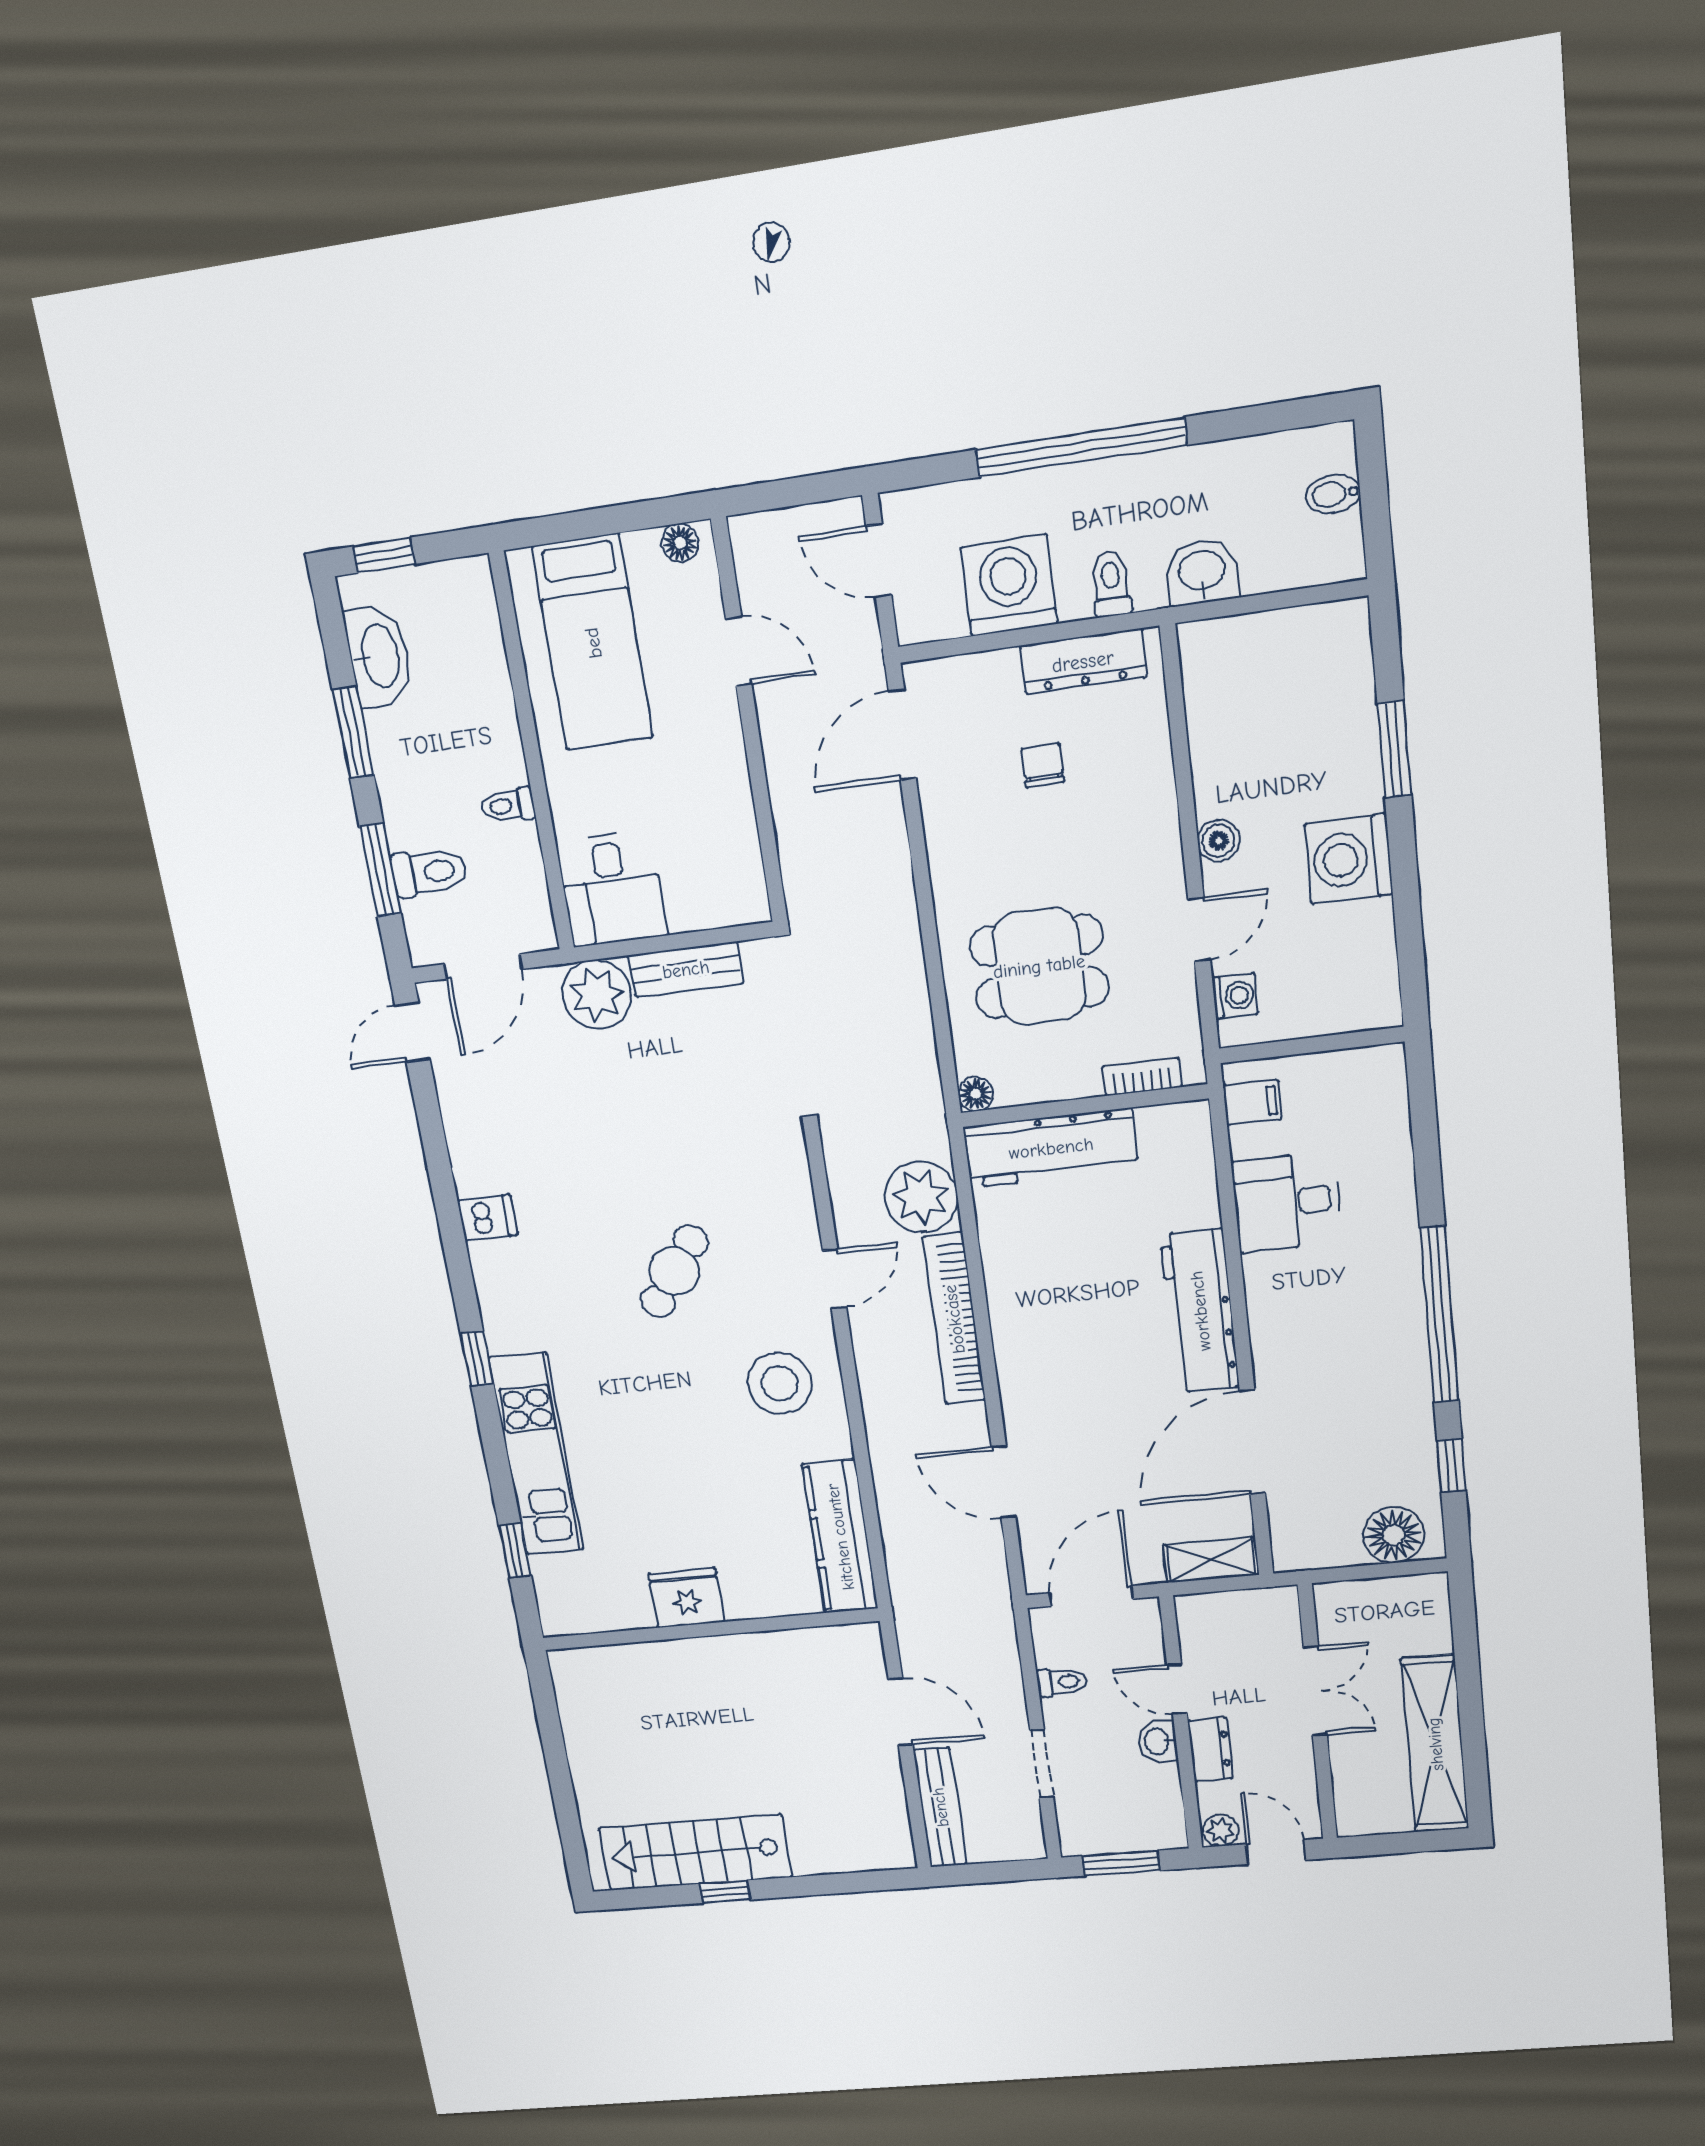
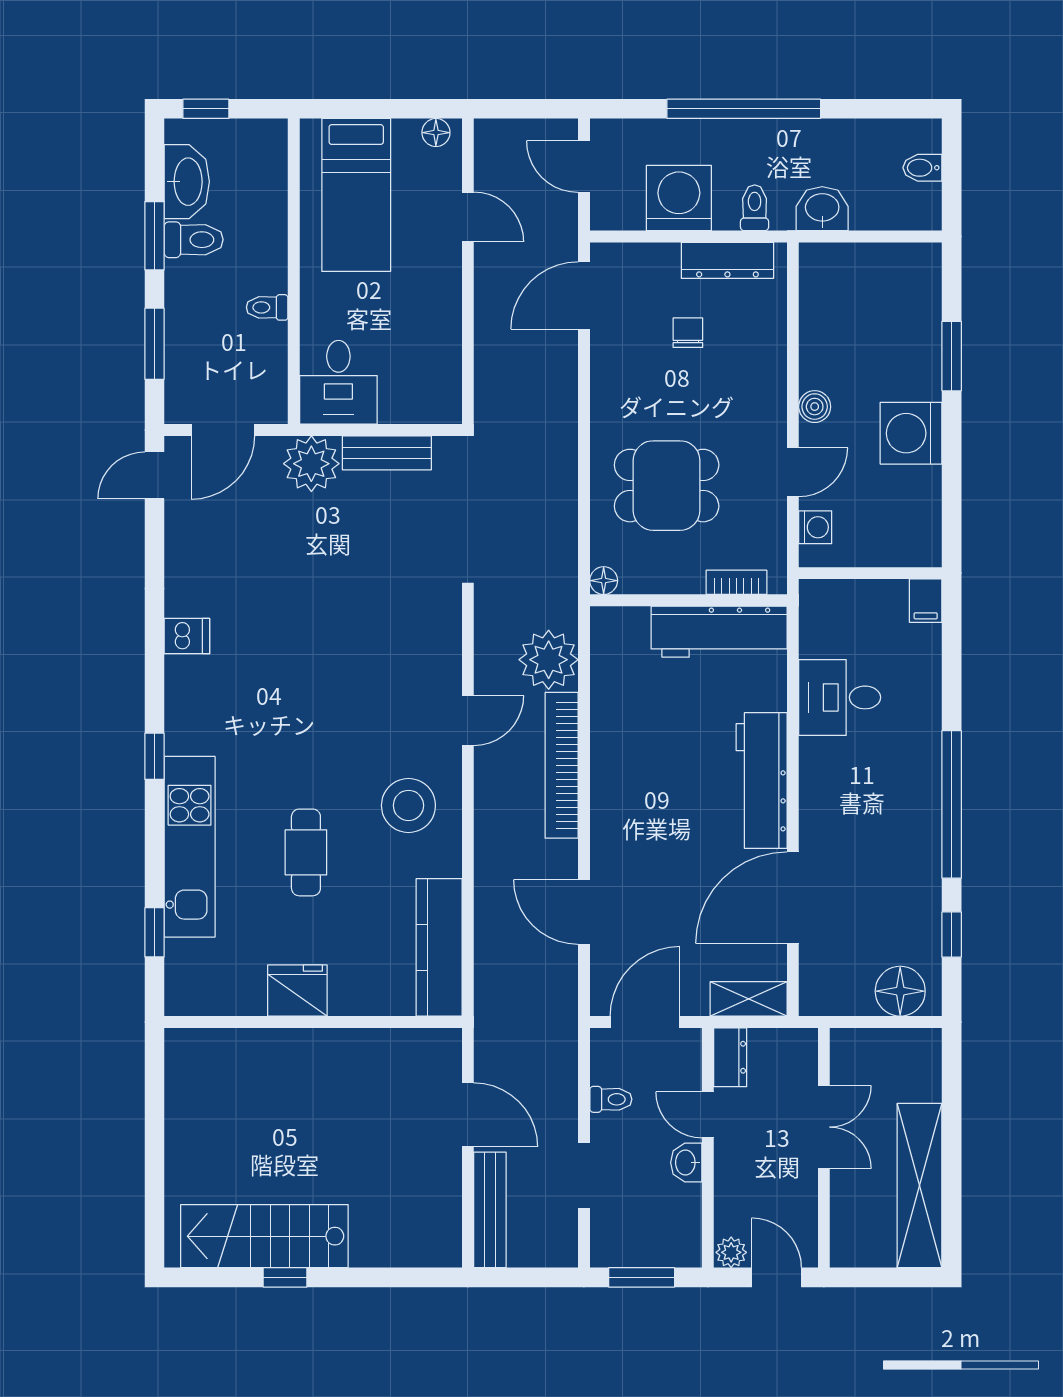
toilet: (429, 872) -> (194, 240), moved
filing cabinet: (1252, 1102) -> (926, 601), moved, turned 90
workbench: (1051, 1148) -> (719, 632), moved
cafe table: (674, 1271) -> (306, 852), moved, turned -37
dresser: (1210, 1750) -> (730, 1057), moved

